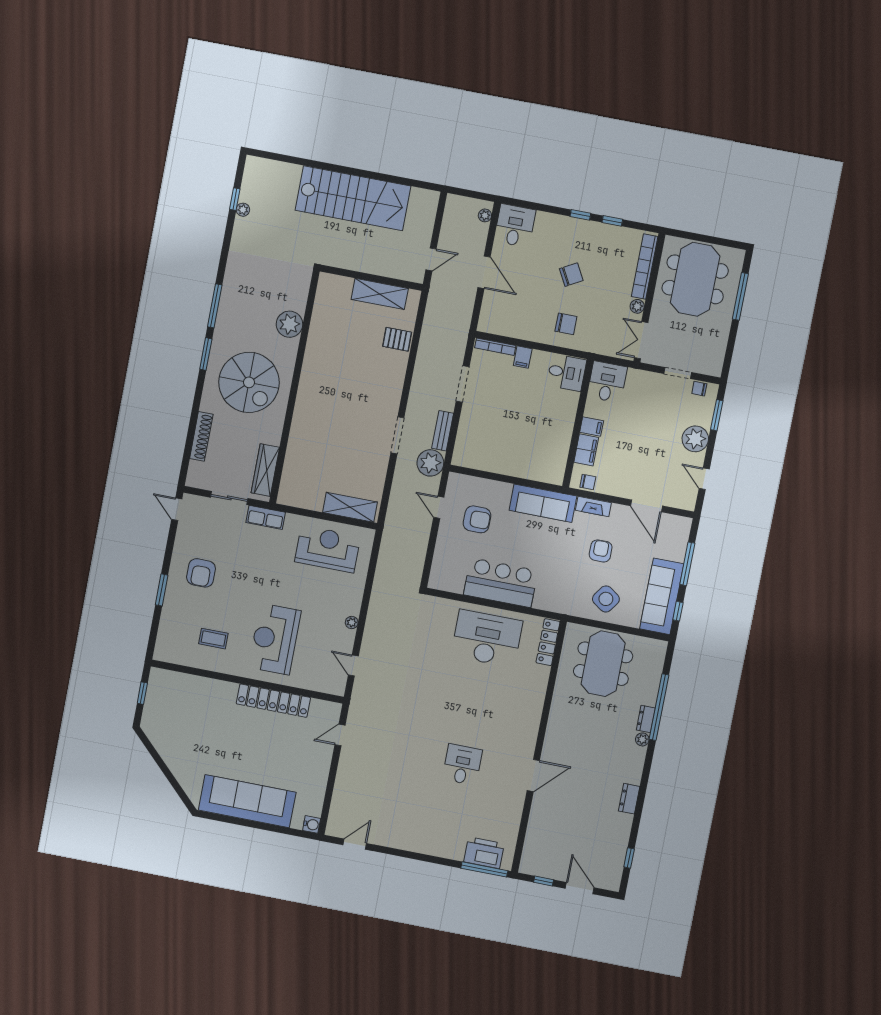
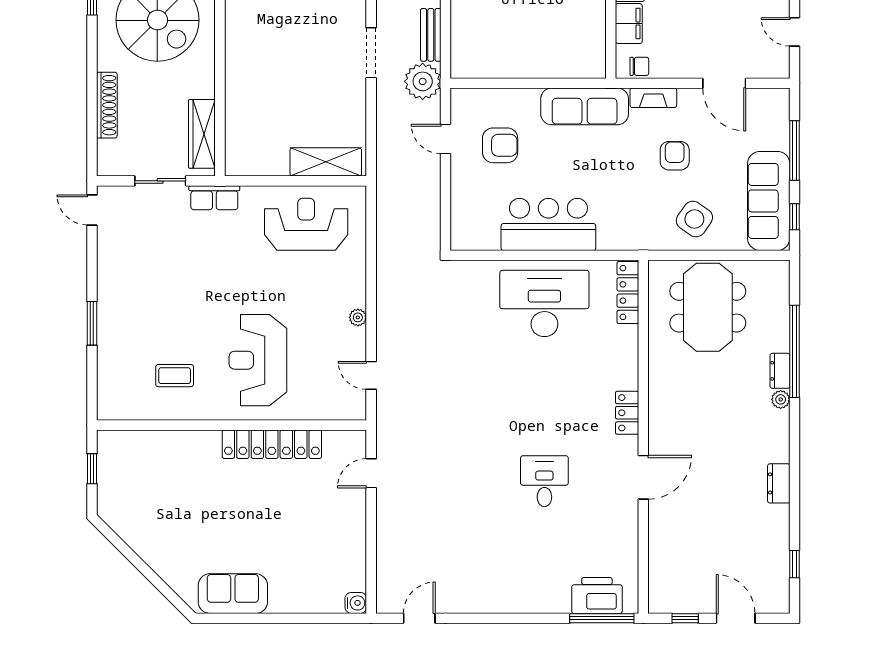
armchair: (201, 573) -> (141, 290), removed
locker: (531, 728) -> (627, 413), added
sofa: (247, 801) -> (233, 594), width x0.54, depth x0.79

